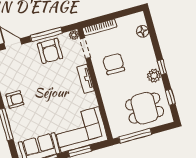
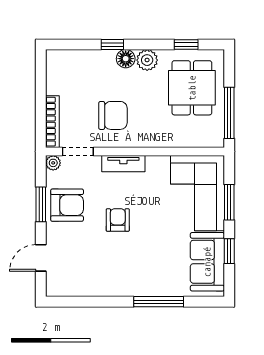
floor lamp: (143, 31) -> (126, 59), moved
window: (46, 34) -> (41, 204), width x0.69
chair: (114, 64) -> (113, 115), turned 180
window: (162, 67) -> (112, 45), moved
armchair: (15, 100) -> (118, 220), moved

